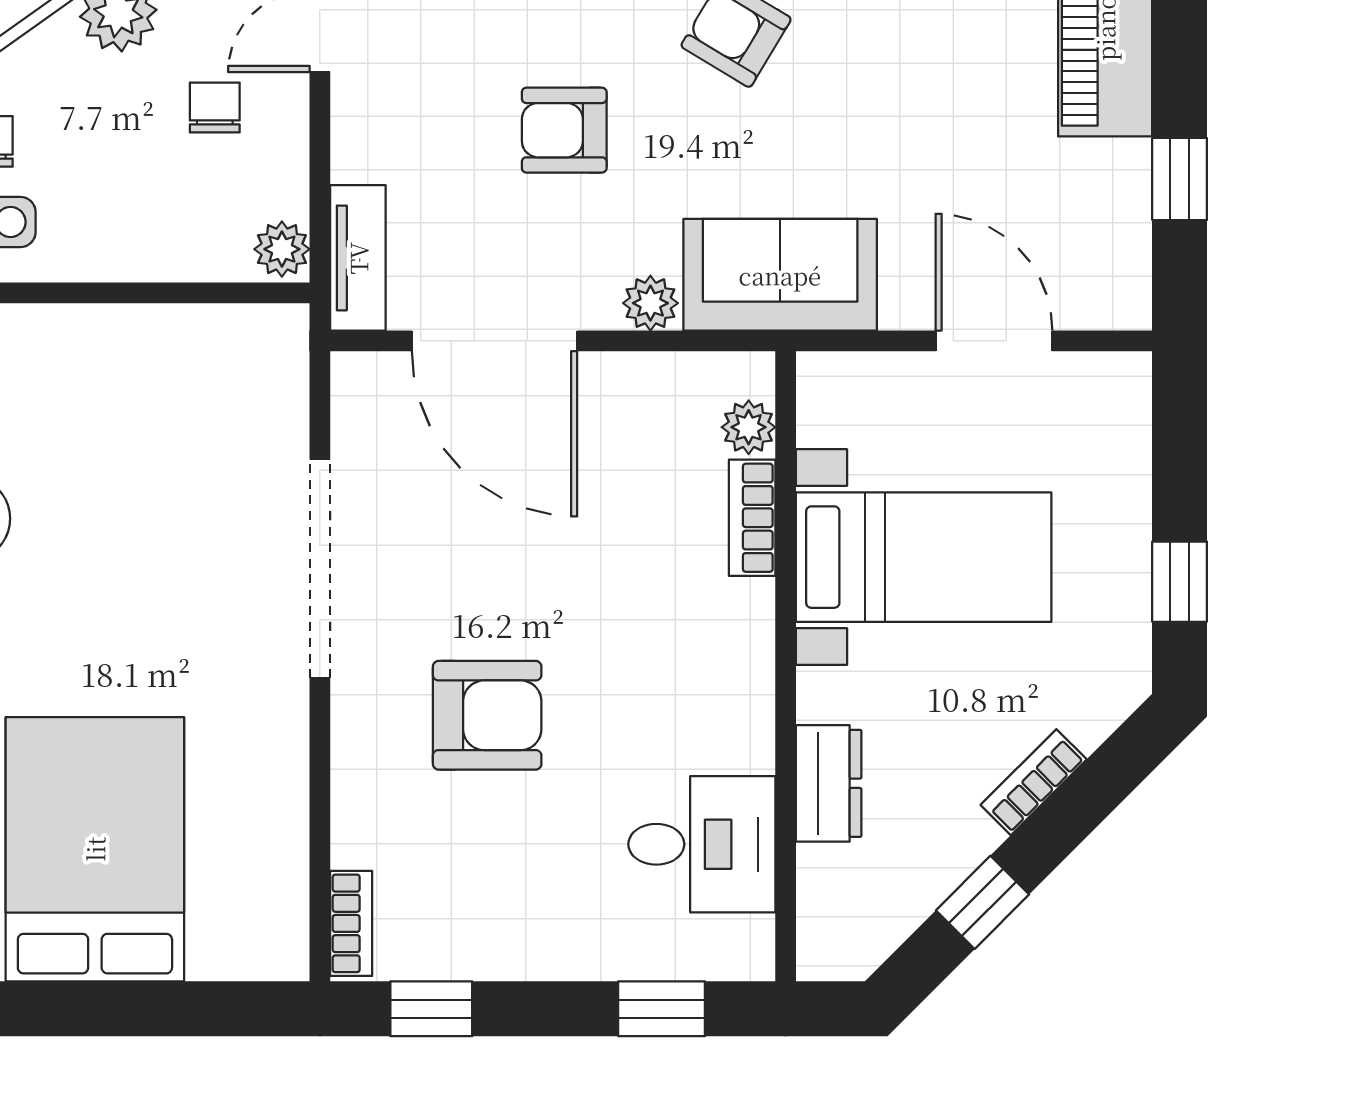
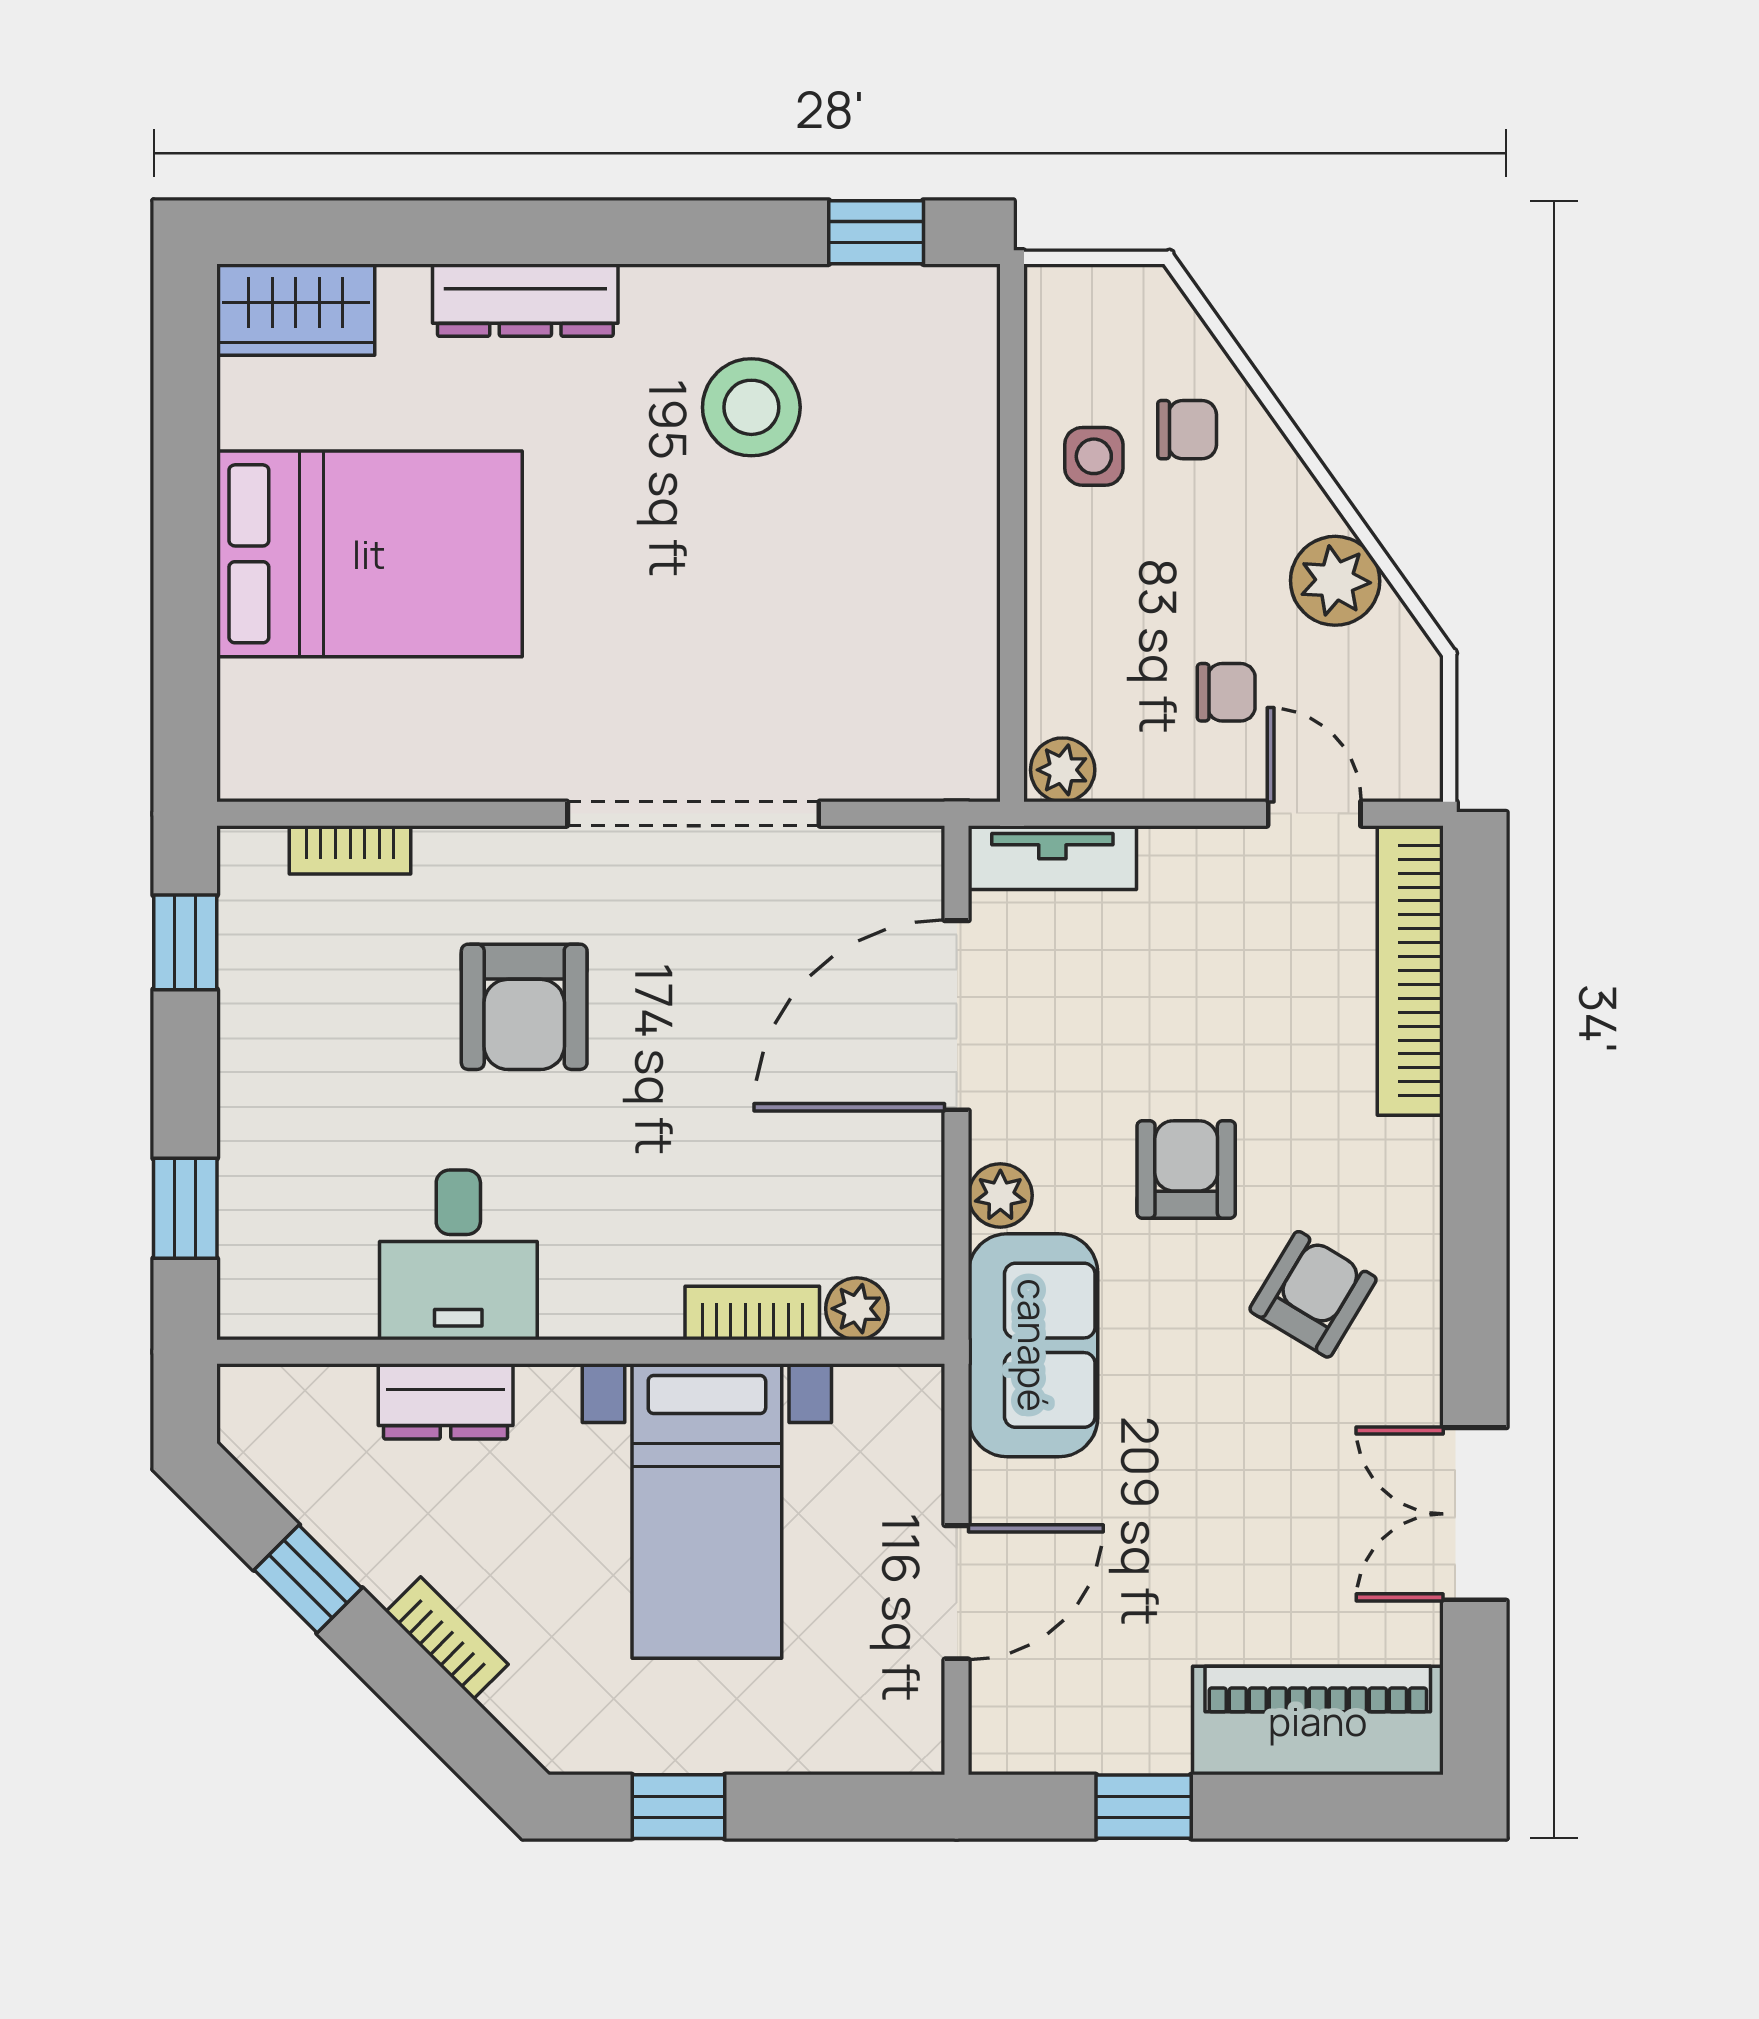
armchair: (564, 130) -> (1186, 1170), moved
desk: (702, 844) -> (458, 1255), moved
bookcase: (351, 923) -> (350, 850), moved

